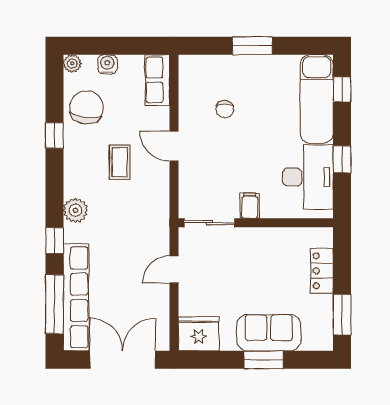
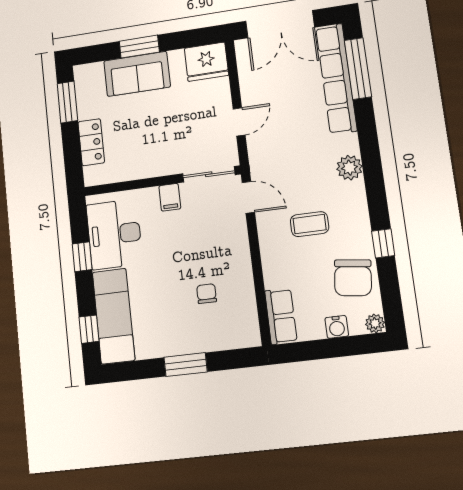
door: (174, 146) -> (248, 197), moved
coffee table: (120, 162) -> (310, 224), turned 90
window: (55, 241) -> (367, 133), removed

